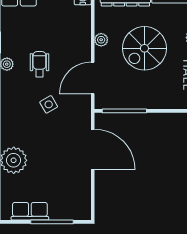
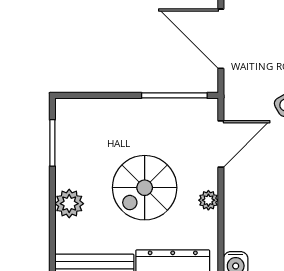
spiral stairs: (144, 48) -> (145, 188), turned 180

